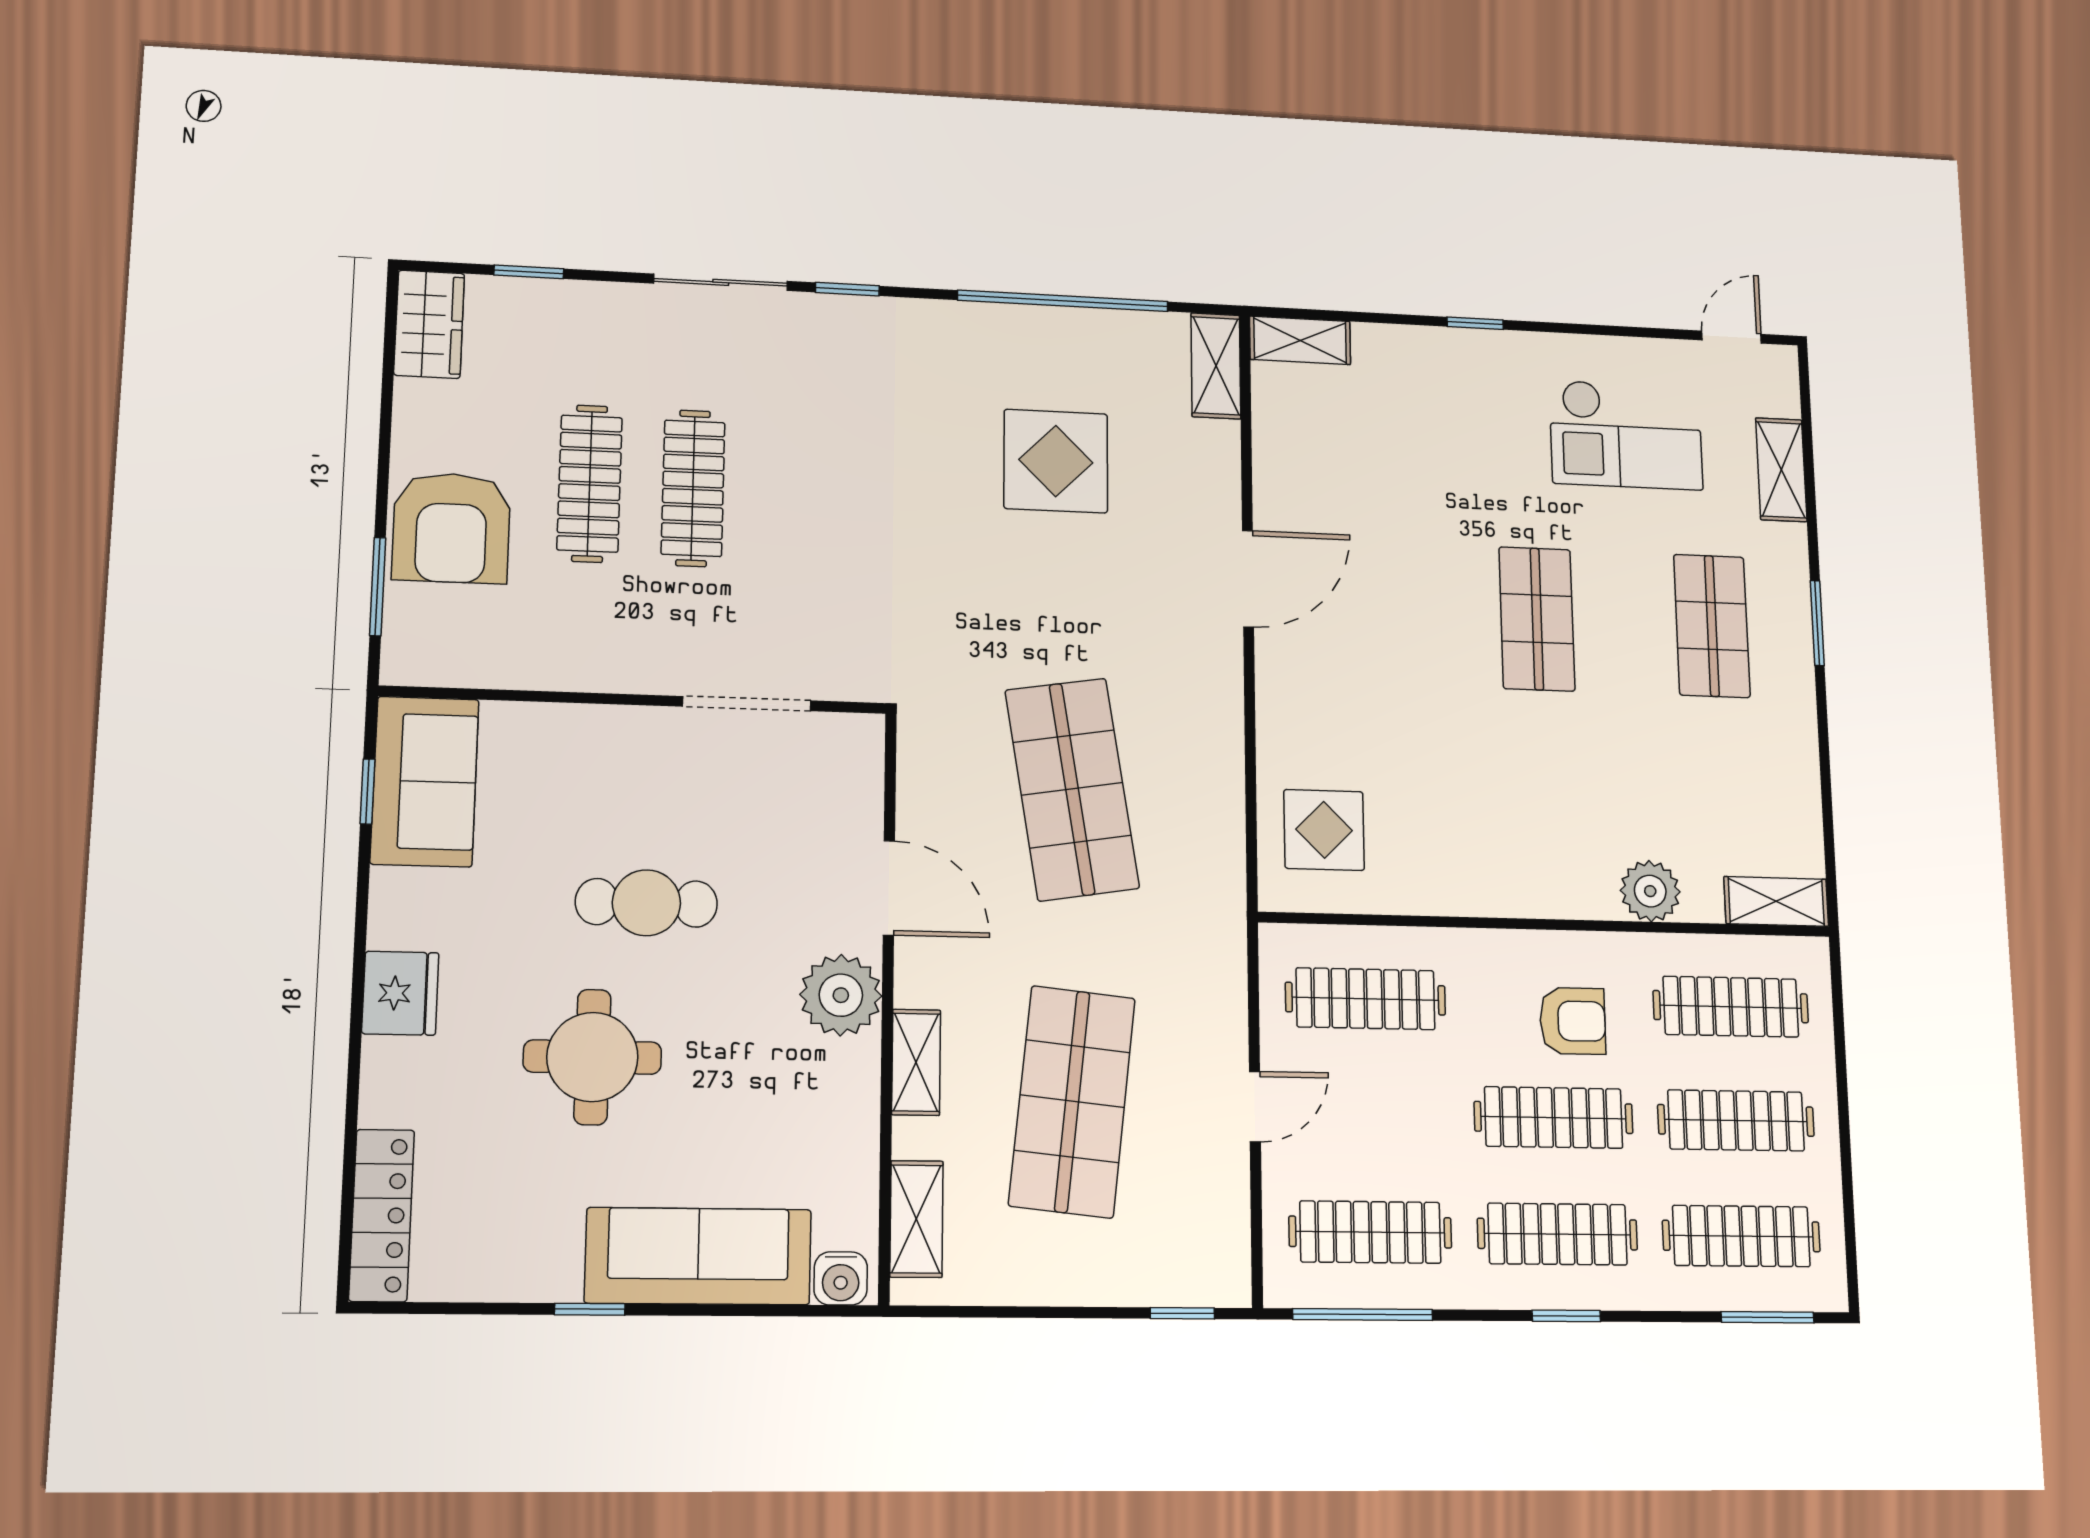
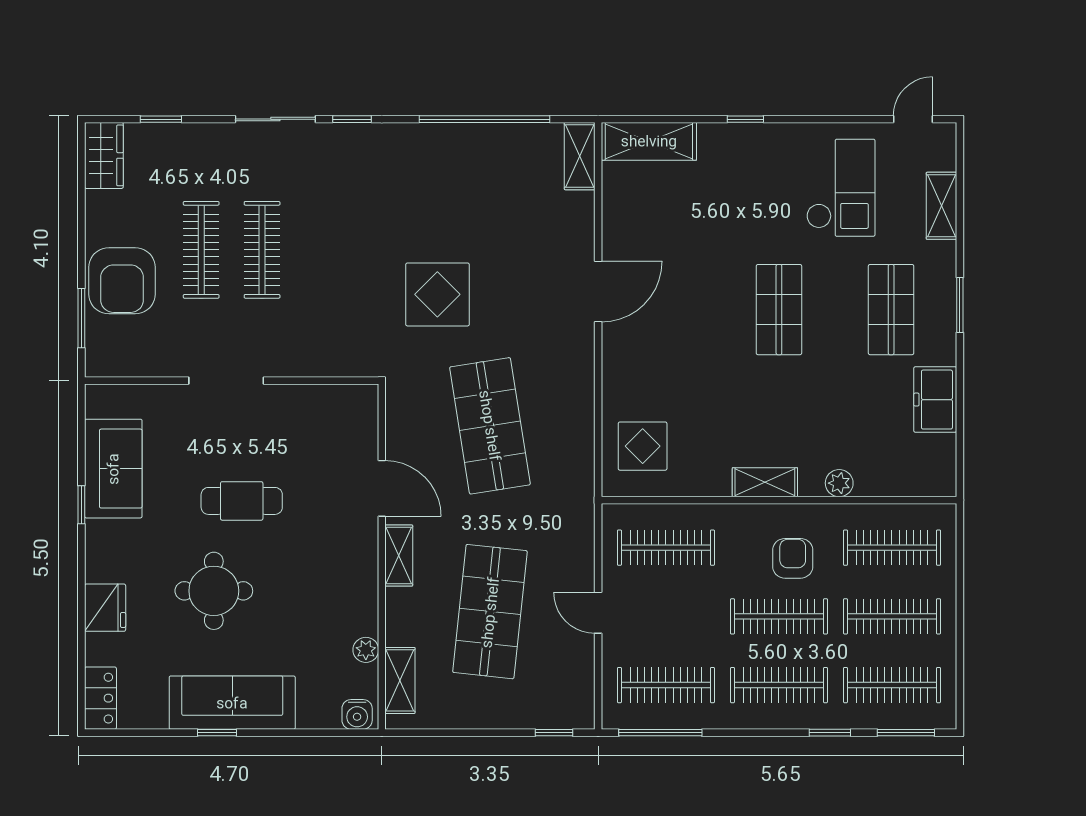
shelving: (1300, 340) -> (649, 141), width x1.50, depth x1.33
checkout: (1626, 435) -> (841, 188), turned -90
display table: (1056, 461) -> (437, 294), moved
doorway: (747, 704) -> (226, 381), moved
freezer: (1787, 770) -> (935, 400), added
sofa: (425, 781) -> (113, 469), moved
window: (368, 792) -> (81, 505), moved
plant: (1650, 891) -> (839, 483), width x0.73, depth x0.73
shelving: (1776, 901) -> (765, 482), moved
fridge: (400, 993) -> (105, 608), moved
plant: (841, 995) -> (366, 650), moved, width x0.53, depth x0.53
armchair: (1573, 1021) -> (793, 558), turned -90
shelving: (916, 1062) -> (399, 556), moved
door: (1255, 1107) -> (598, 613), swing flipped
locker: (382, 1215) -> (100, 698), width x0.66
sofa: (698, 1256) -> (232, 703), moved
window: (1566, 1316) -> (830, 733), moved

